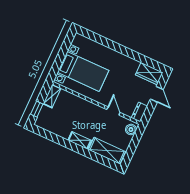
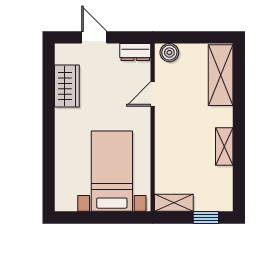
wardrobe: (149, 74) -> (67, 86), moved
door: (157, 94) -> (94, 37), hinge flipped
shelving: (80, 140) -> (224, 146), moved

